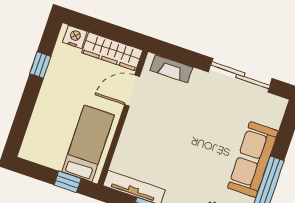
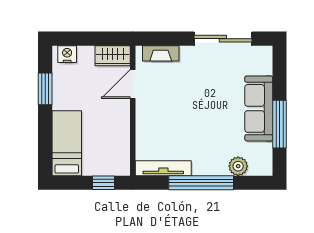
wardrobe: (112, 51) -> (113, 56), width x0.67
window: (40, 65) -> (45, 89), width x1.50
bed: (88, 143) -> (67, 143), moved

